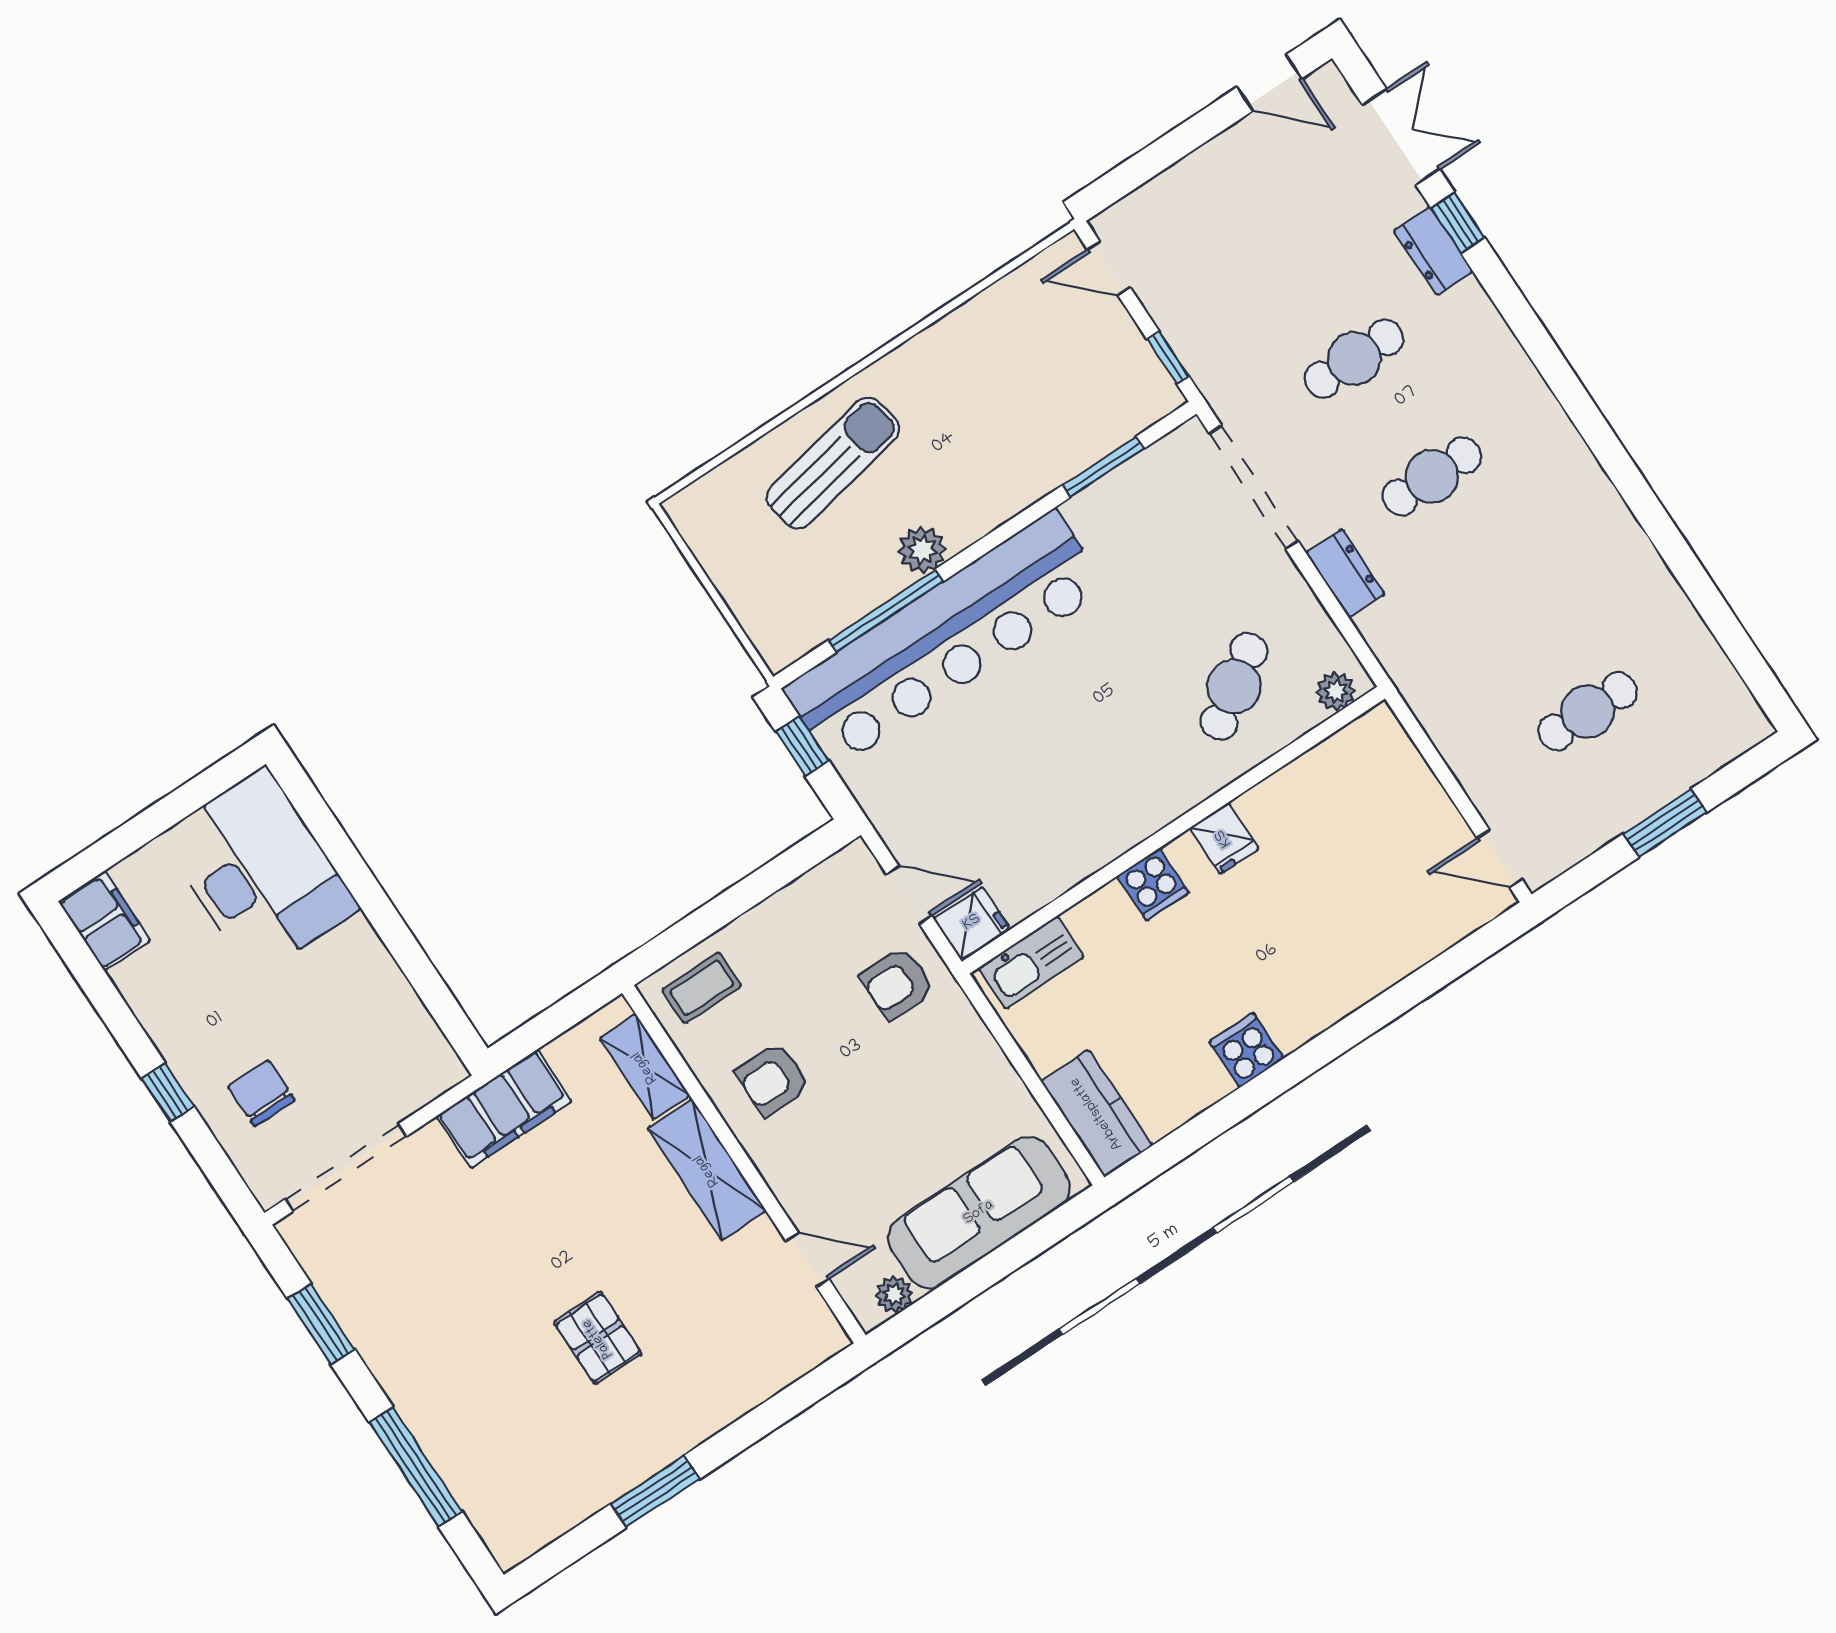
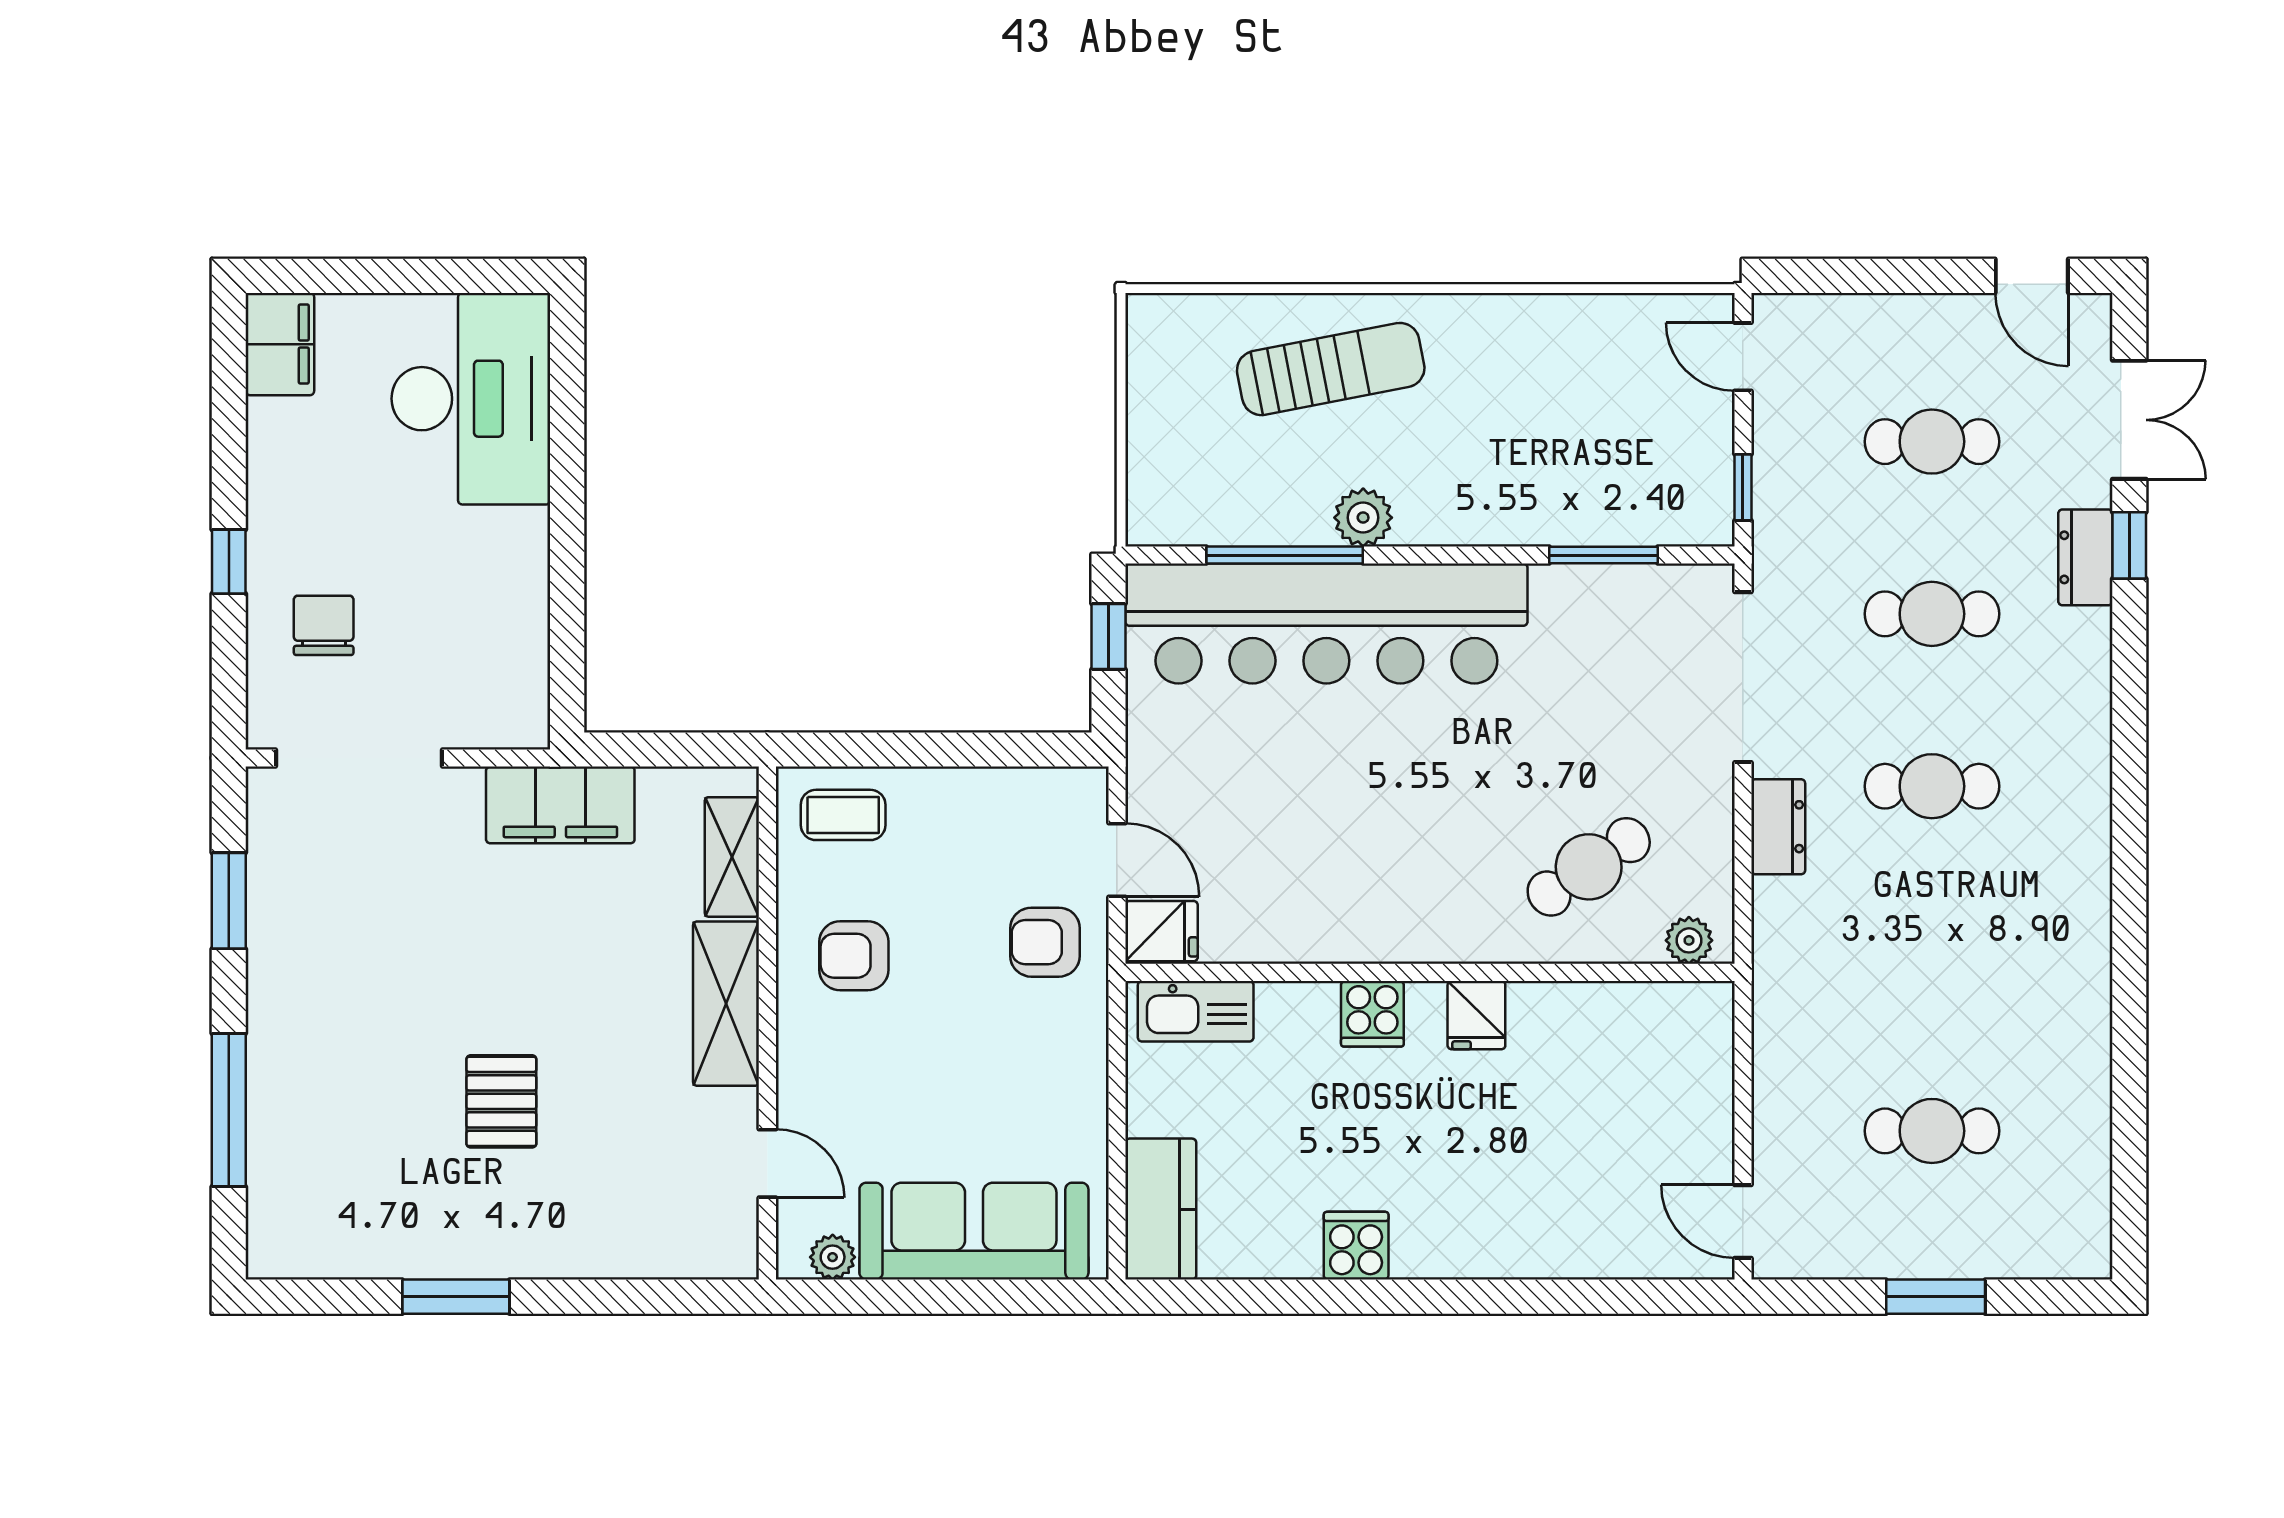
cafe table: (1276, 241) -> (1932, 442), added

